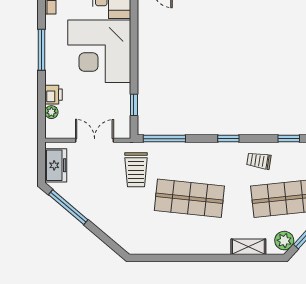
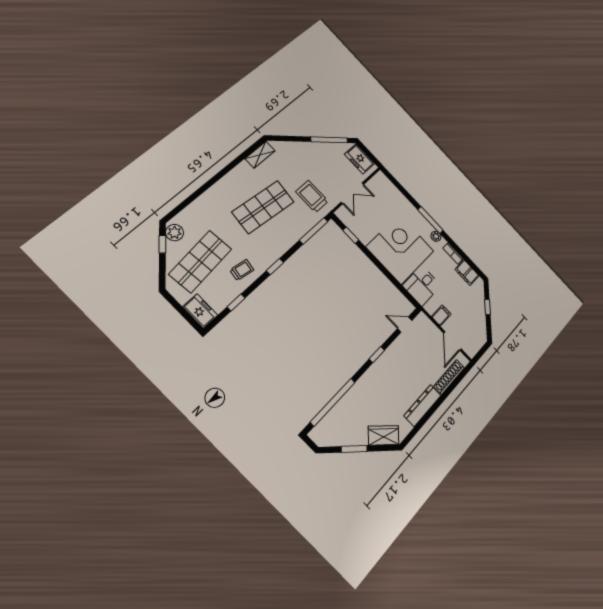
printer: (53, 95) -> (400, 200), removed
plant: (51, 112) -> (436, 236), moved
shelving: (248, 247) -> (260, 155), moved

